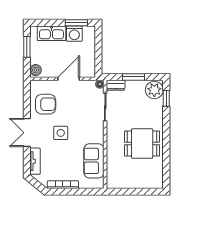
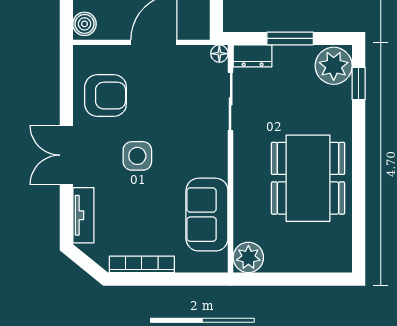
dining table: (142, 144) -> (308, 178), width x1.38
plant: (114, 181) -> (248, 257), added

